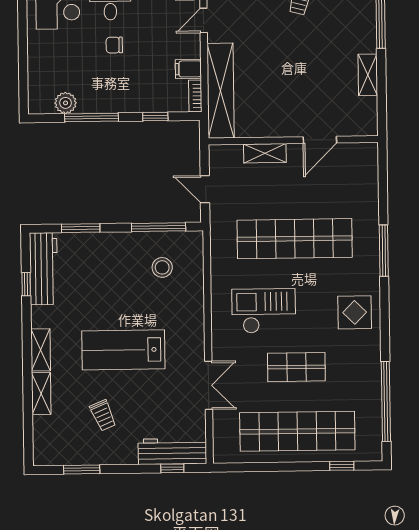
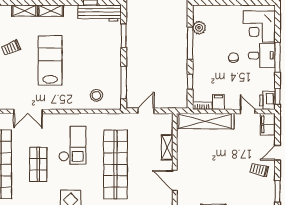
stool: (162, 267) -> (96, 95), moved

